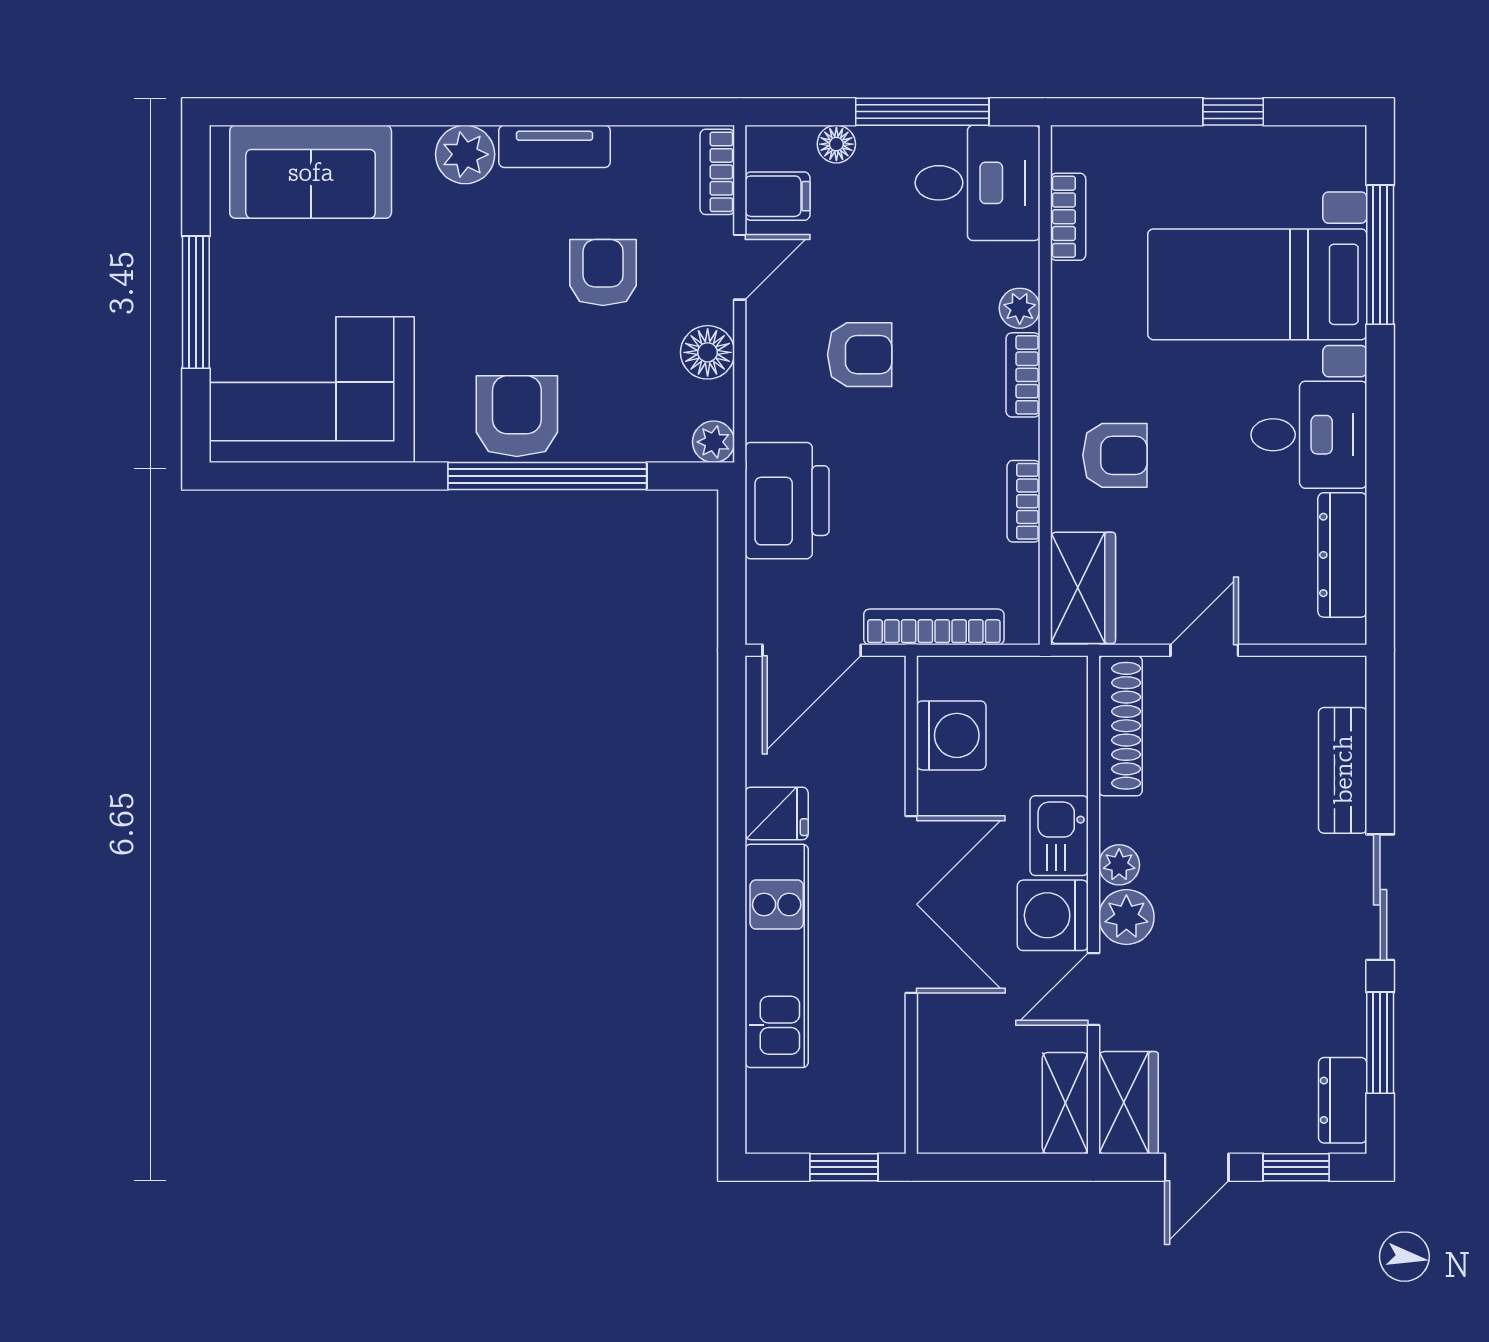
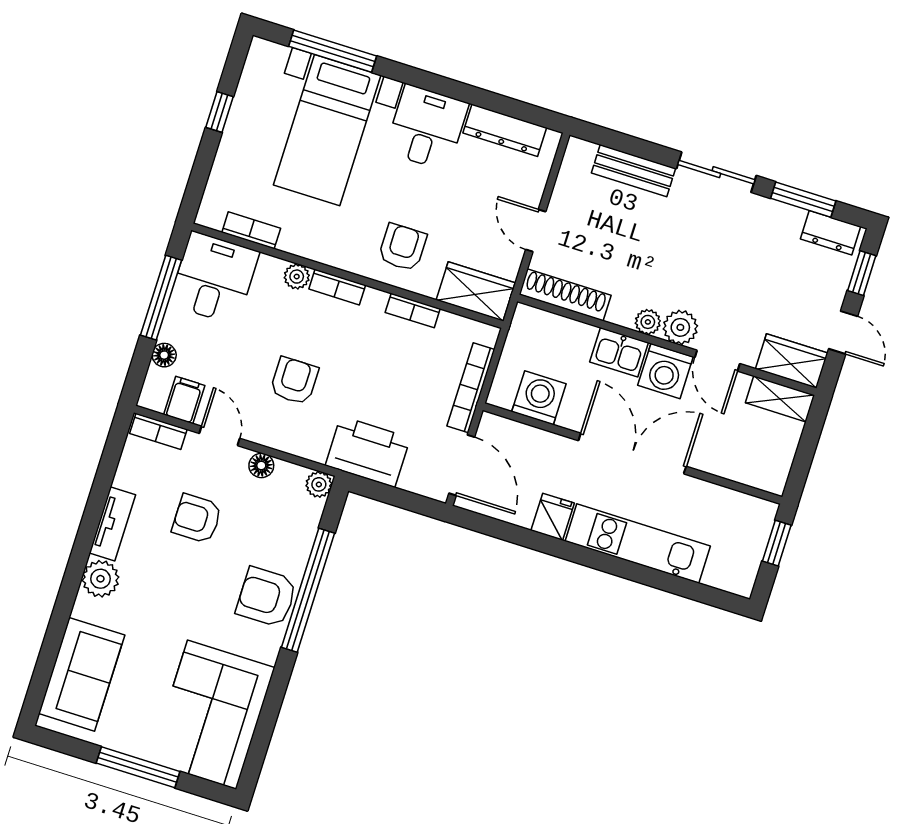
floor lamp: (708, 352) -> (261, 465), width x0.73, depth x0.73

